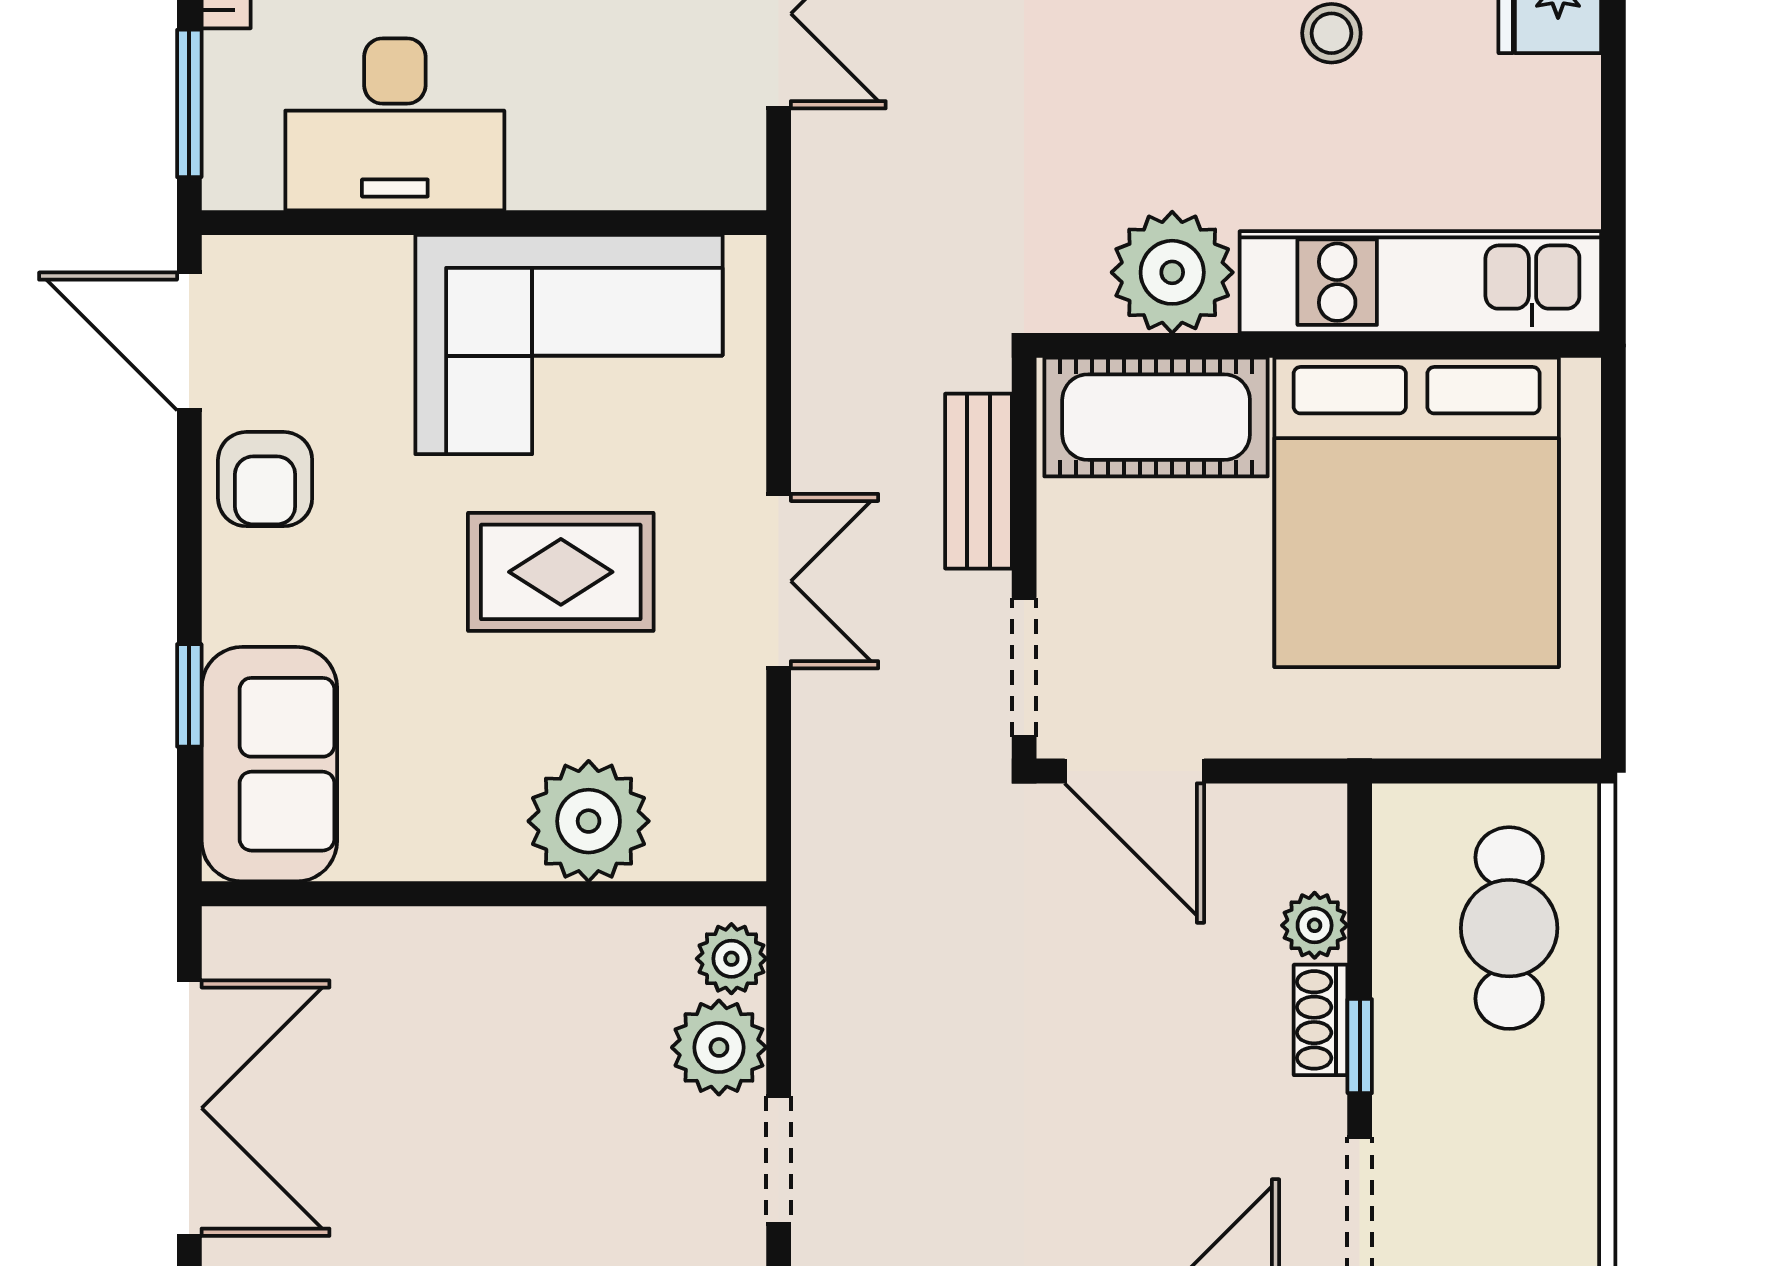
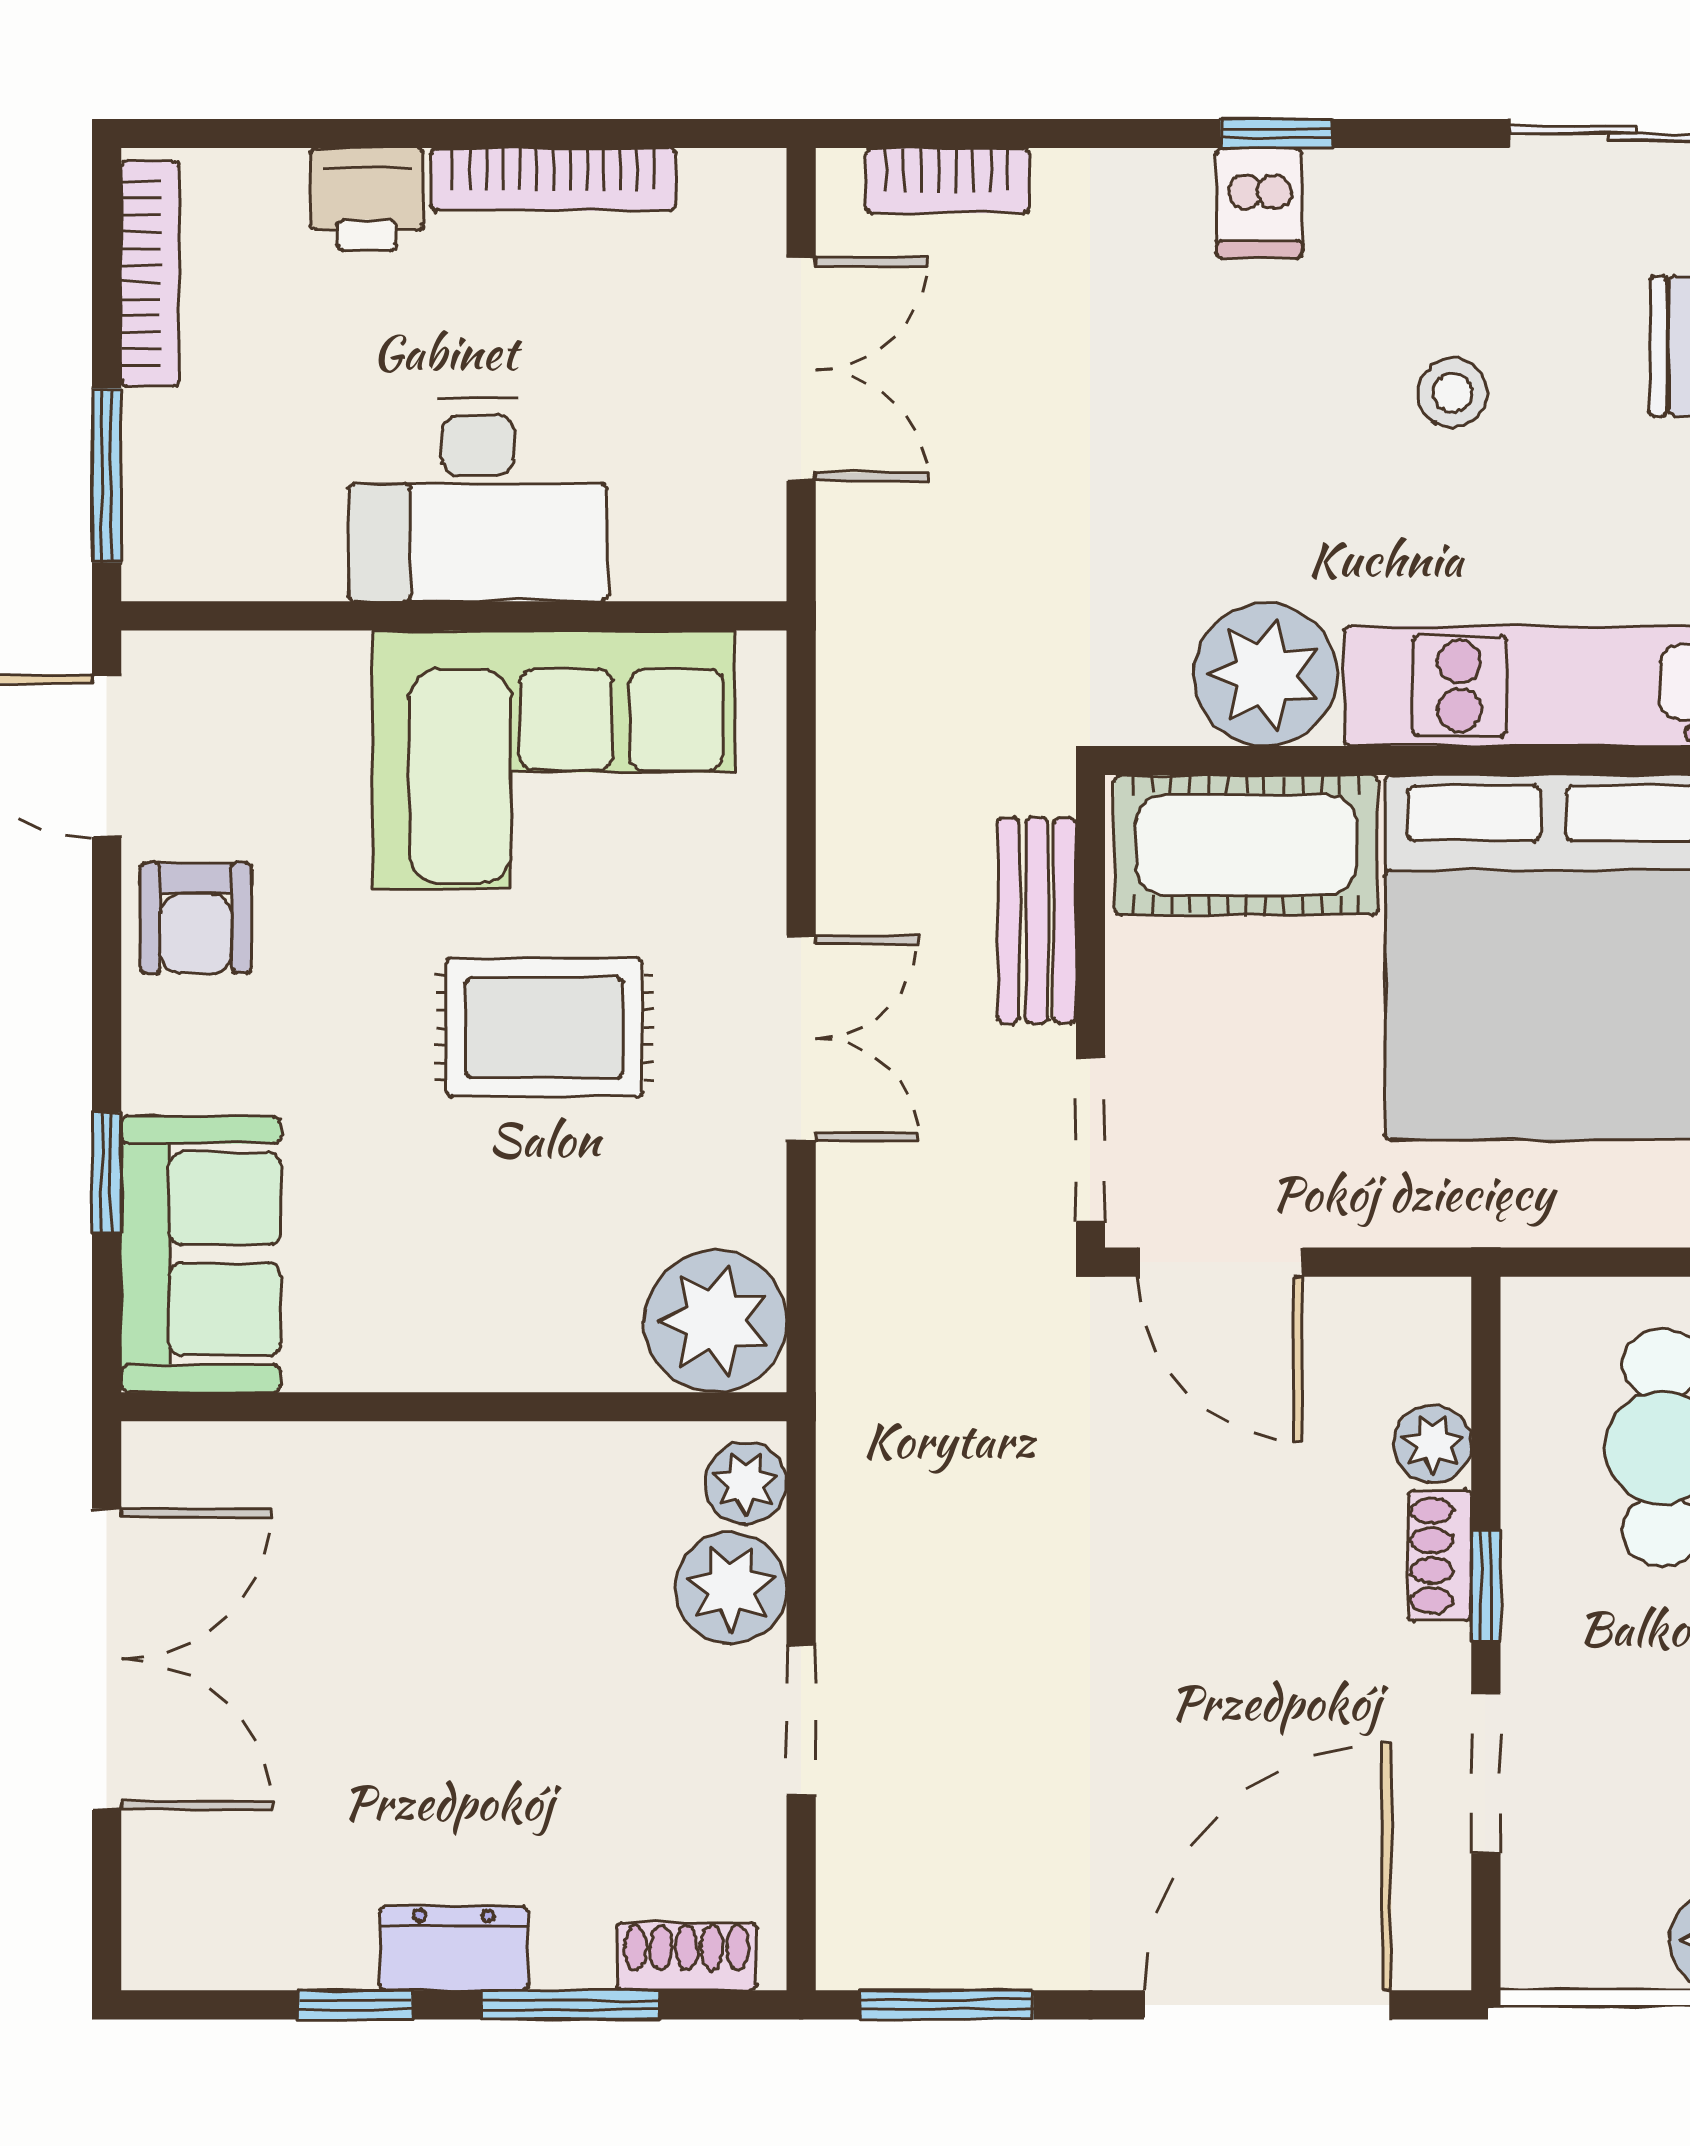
desk: (395, 124) -> (478, 500), moved
plant: (589, 821) -> (715, 1321), moved

